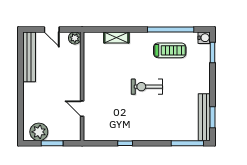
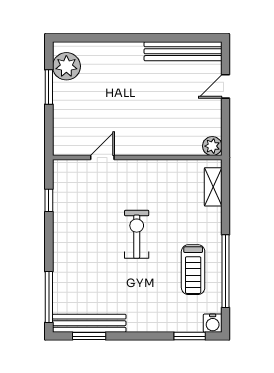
plant: (75, 38) -> (212, 146), moved
wall: (82, 86) -> (137, 158), moved
door: (82, 109) -> (102, 158), moved

